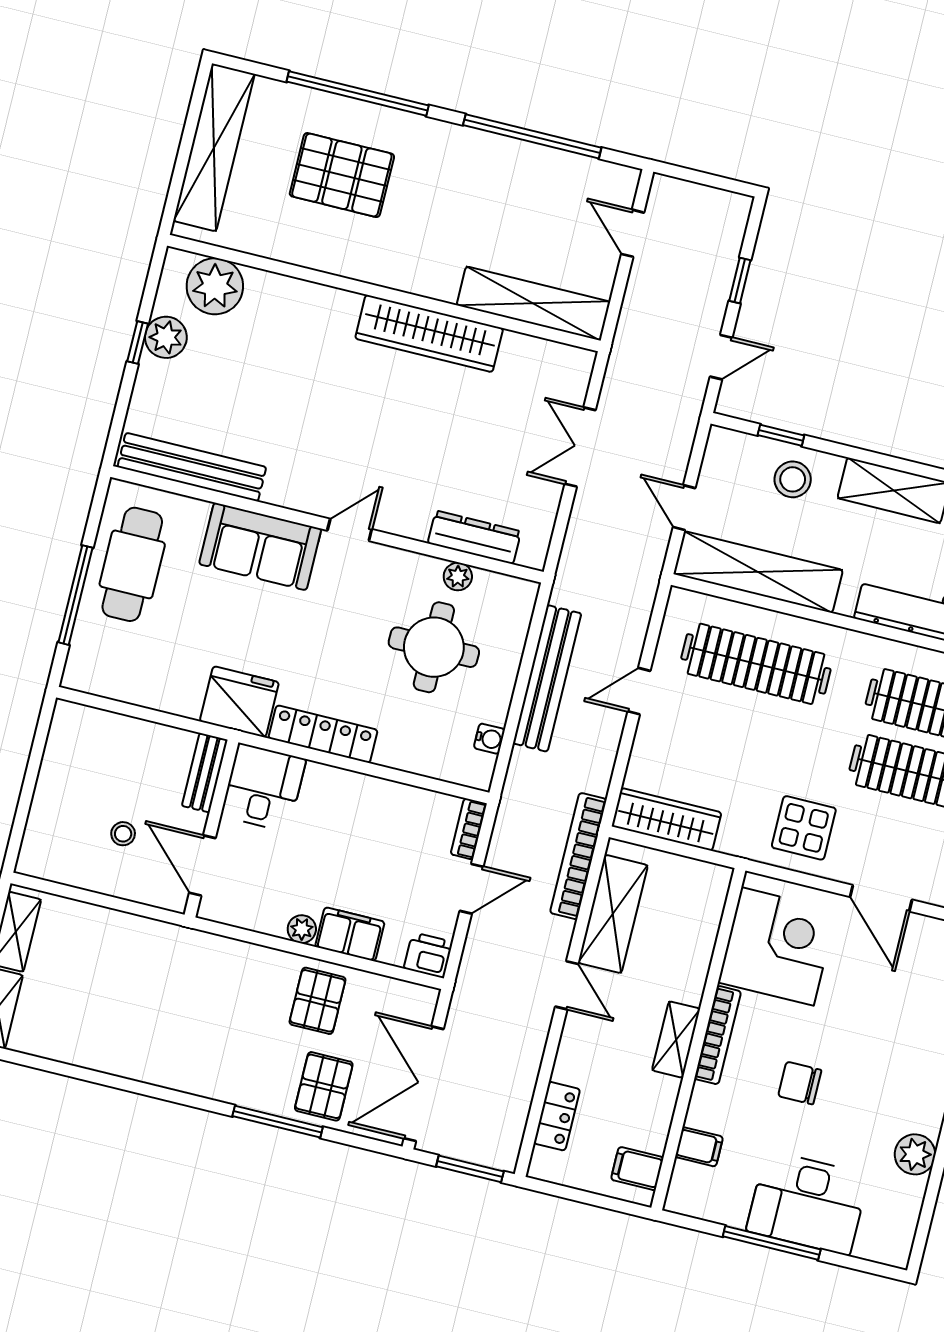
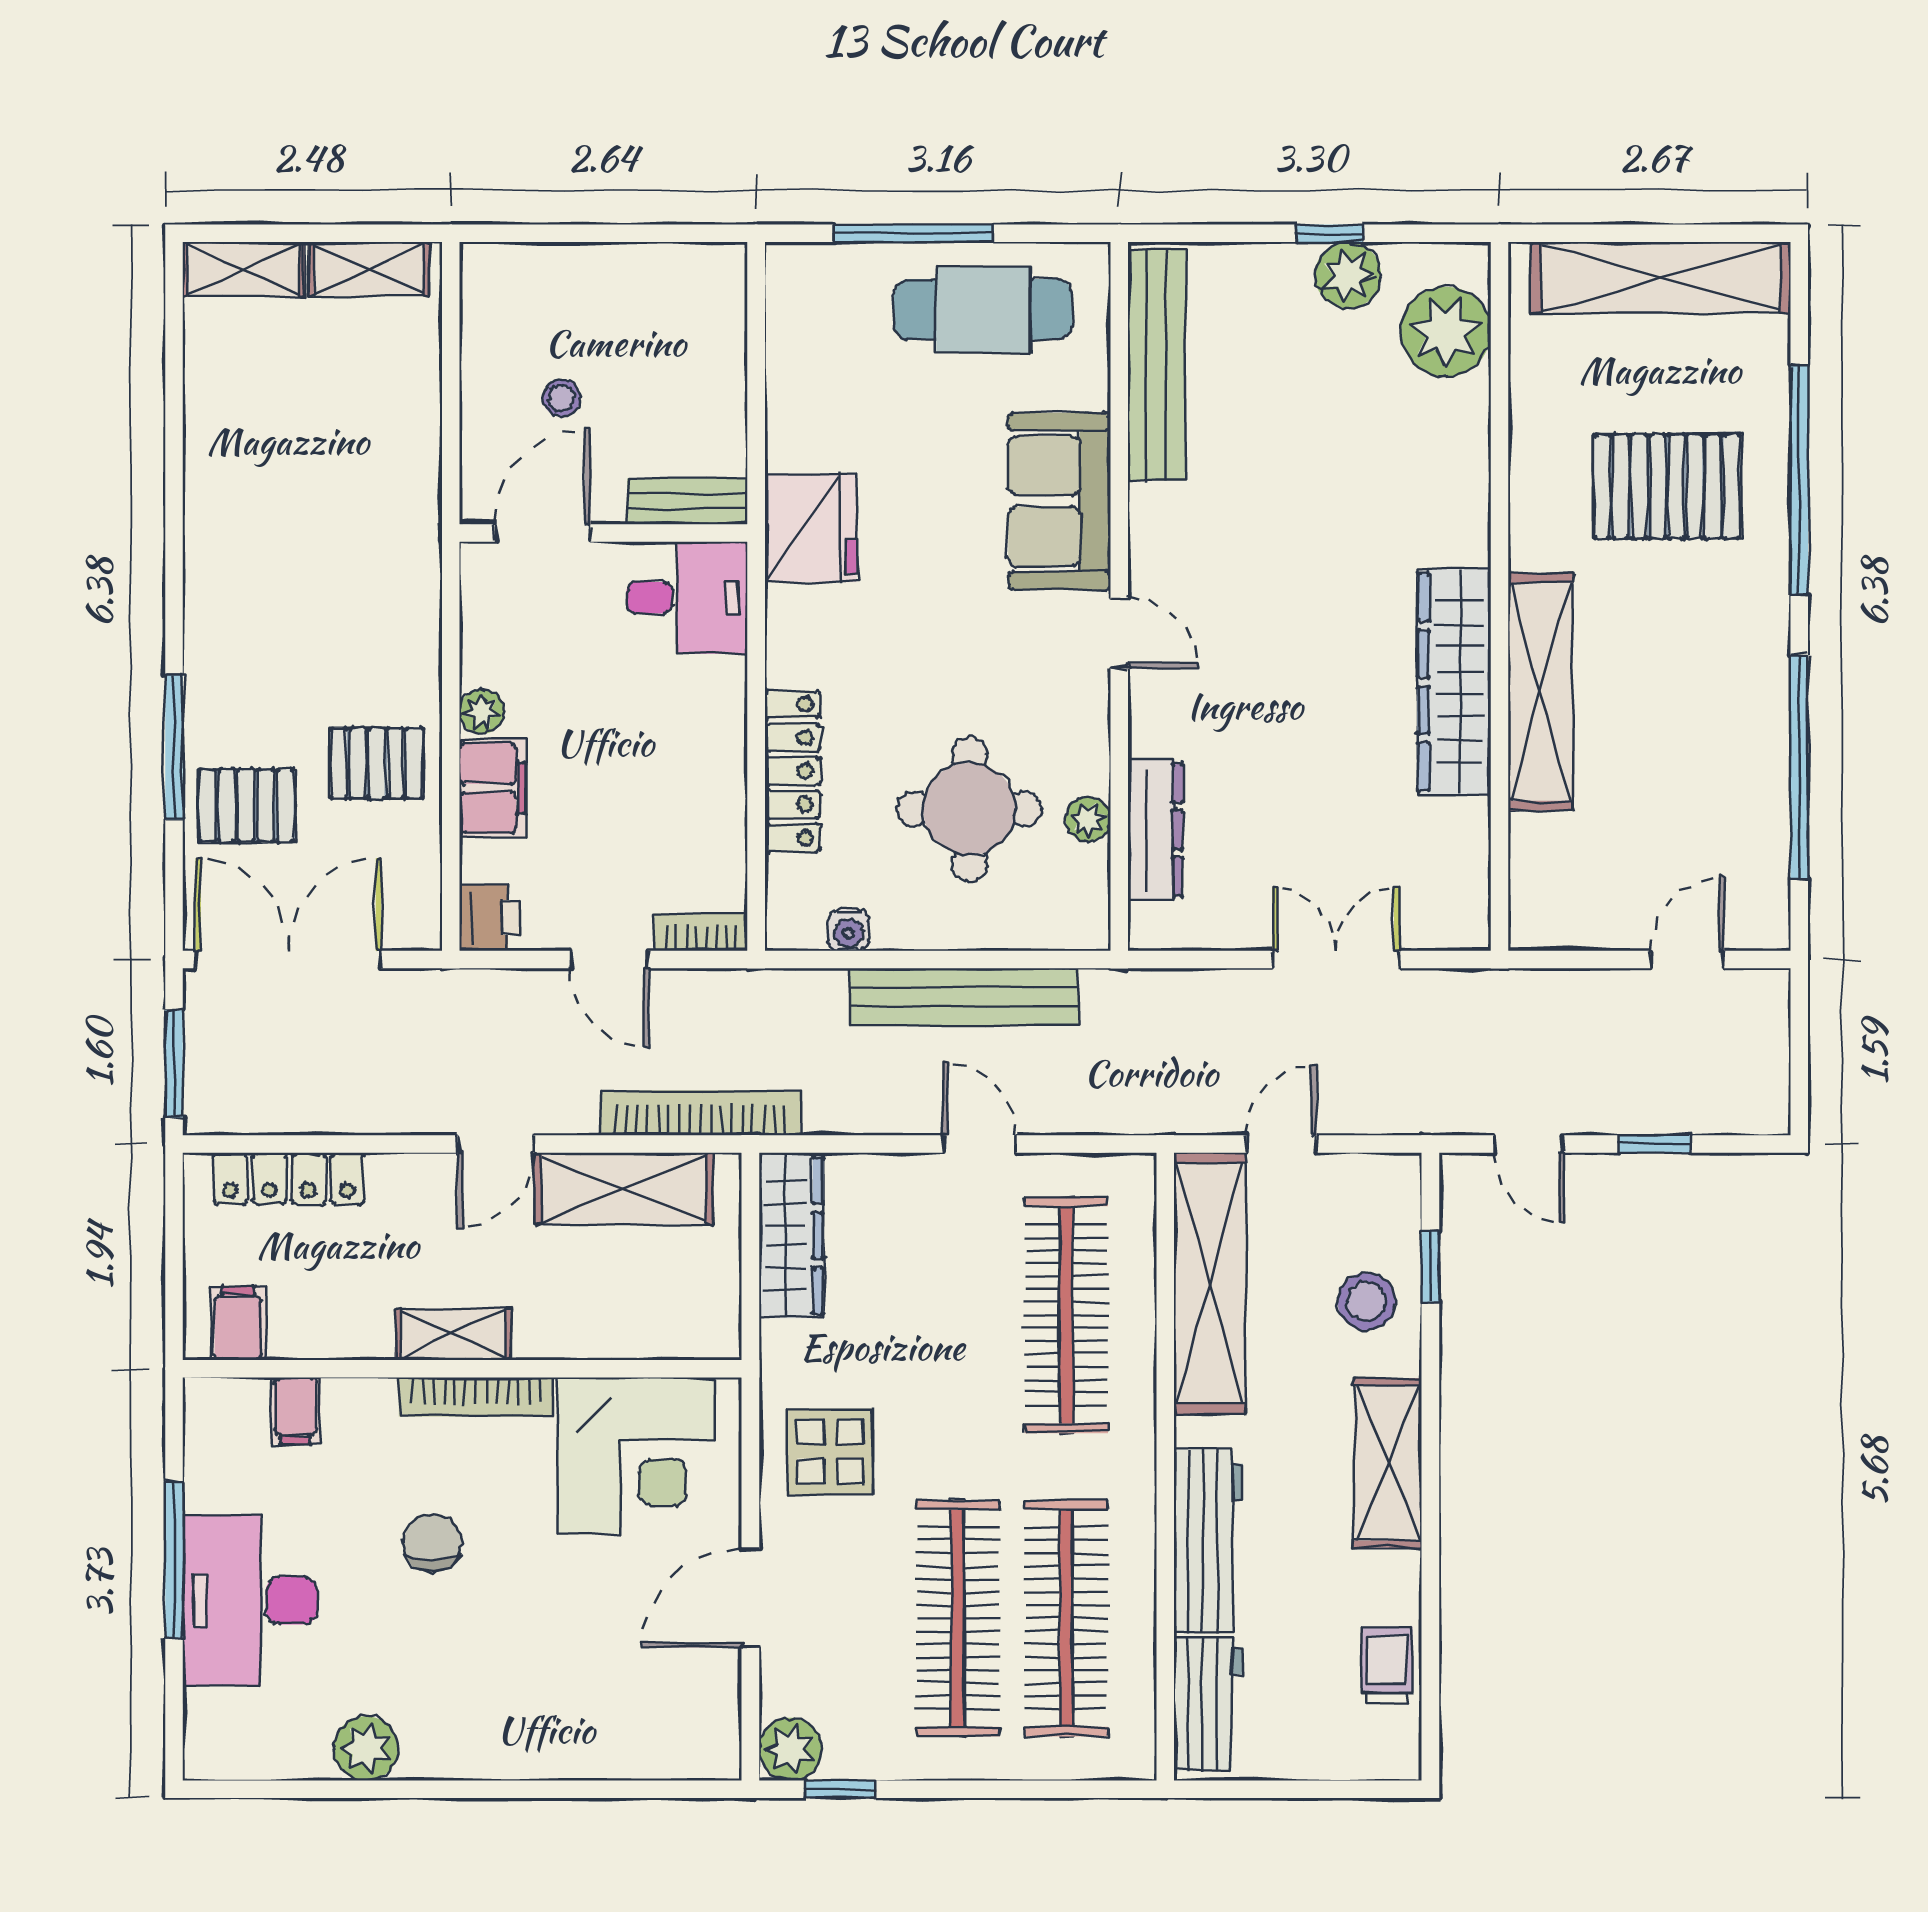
pallet: (342, 175) -> (1667, 486), turned 90
shelving: (533, 303) -> (1541, 692), moved
locker: (323, 734) -> (792, 771), moved
locker: (557, 1116) -> (289, 1178), width x1.53

